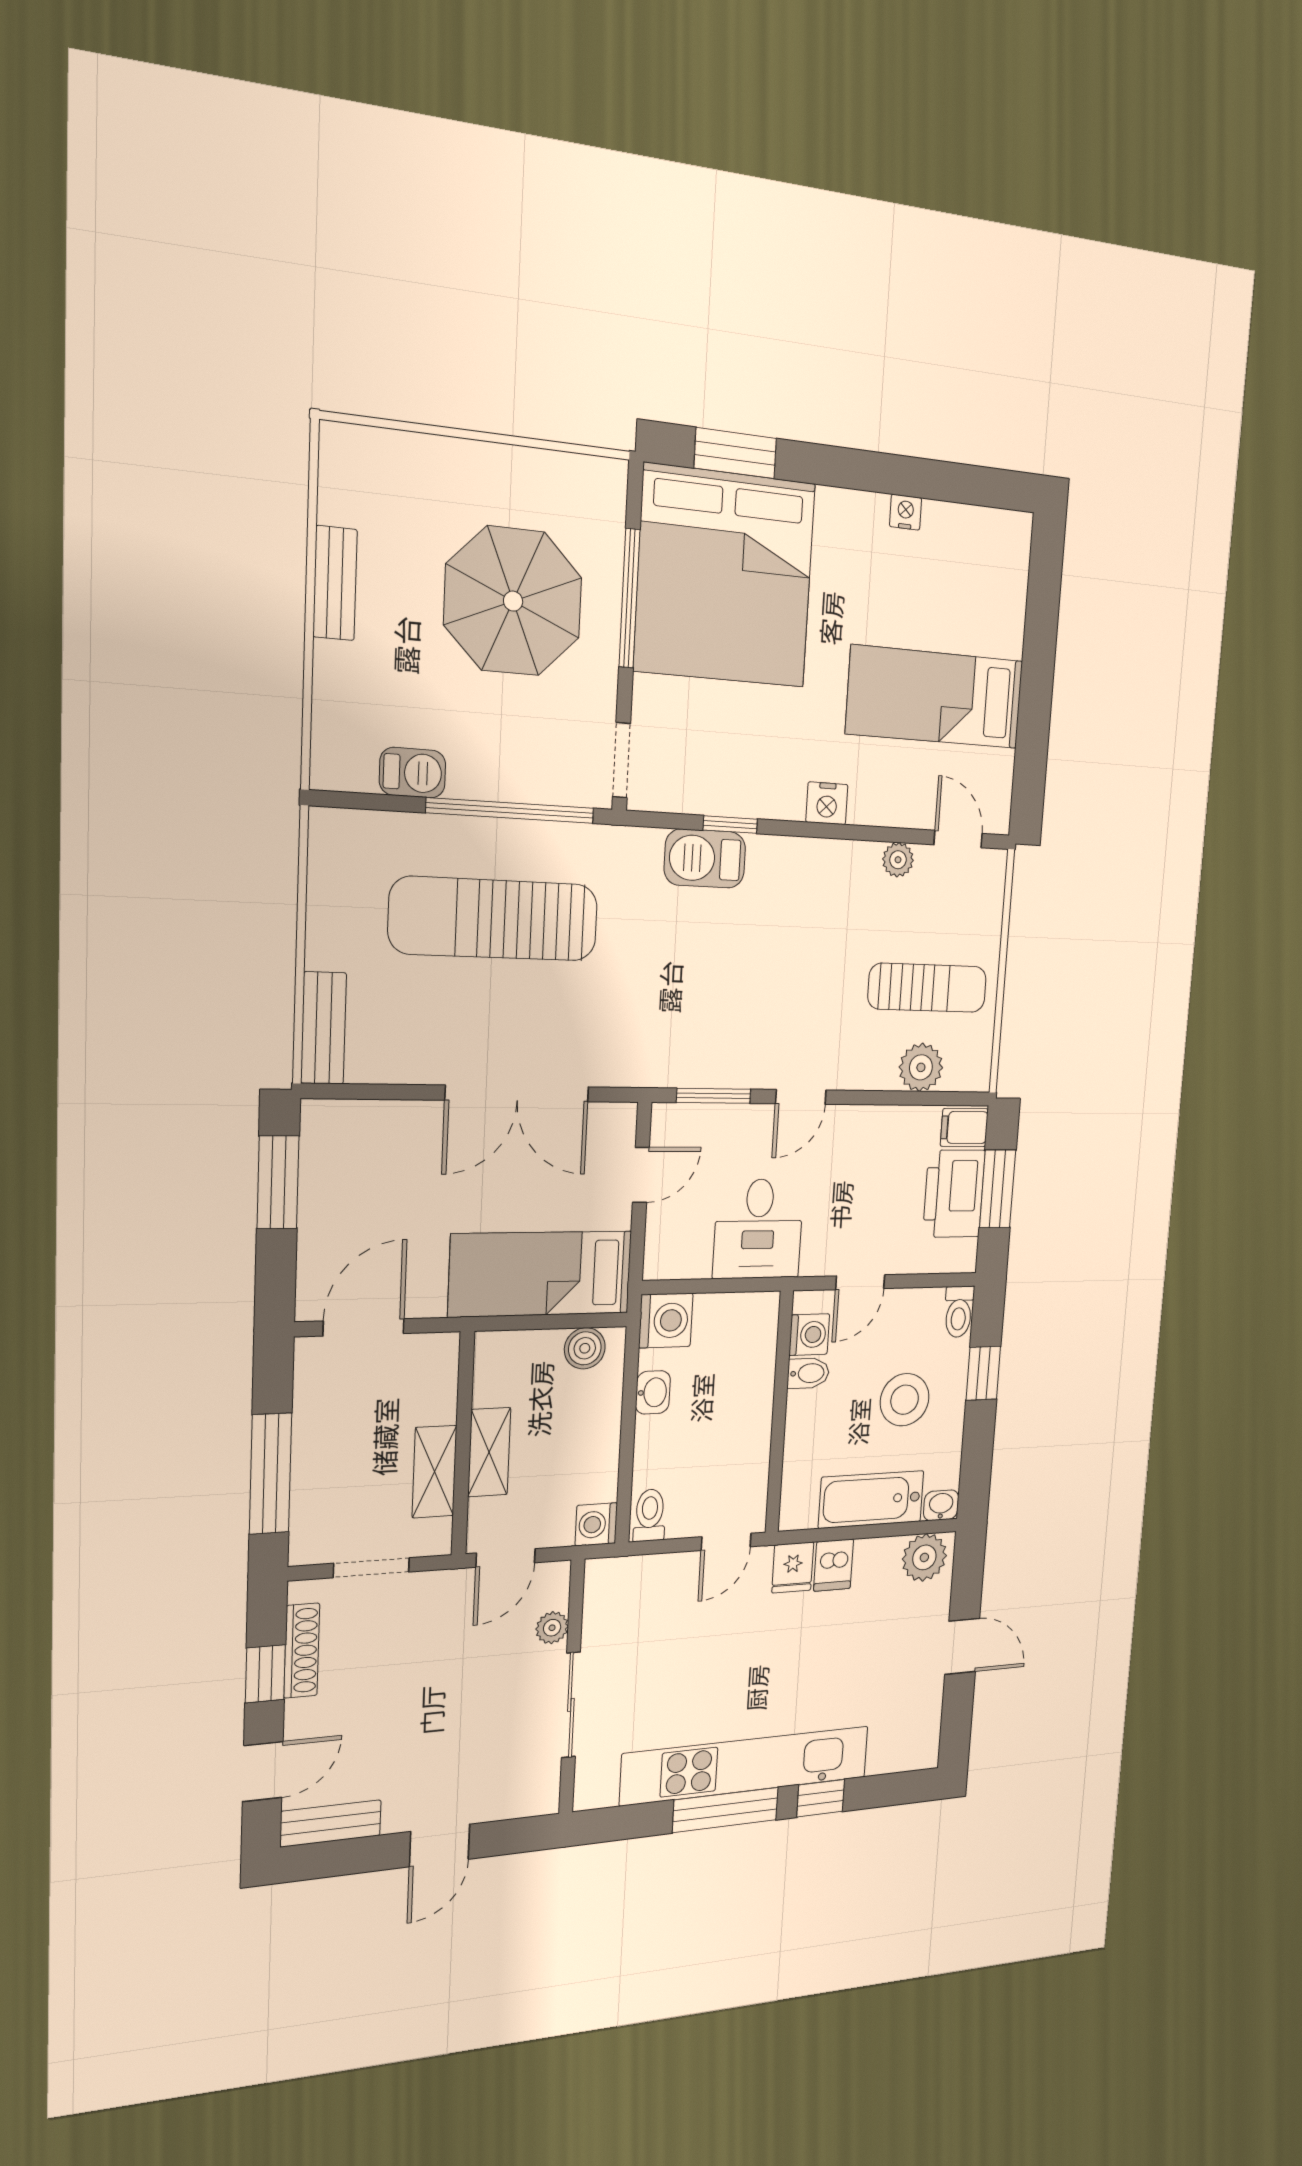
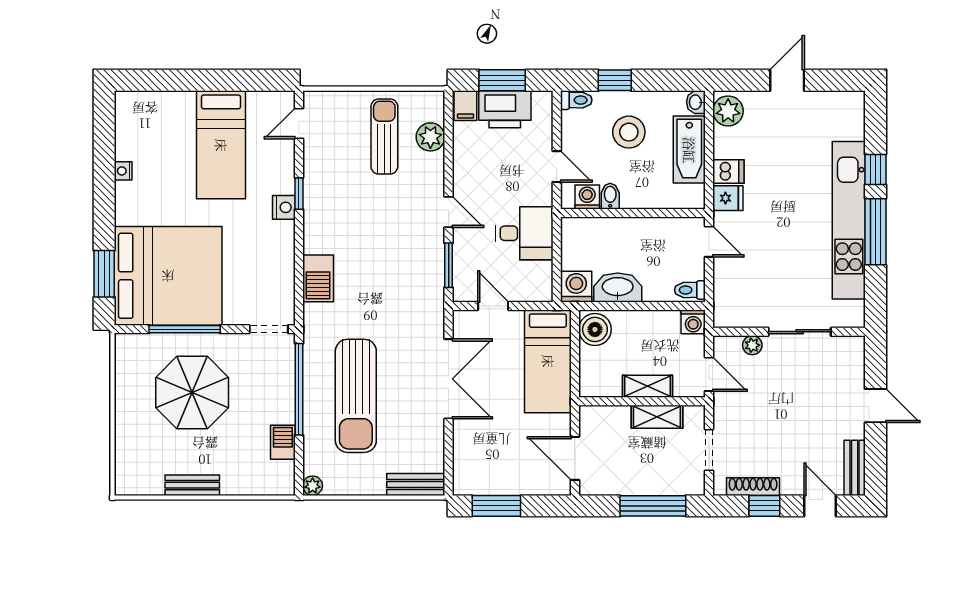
window: (730, 825) -> (299, 194), moved
plant: (898, 860) -> (313, 486), moved
boiler: (585, 1348) -> (595, 329), width x1.36, depth x1.36
washbasin: (653, 1392) -> (618, 287), width x1.91, depth x1.45

